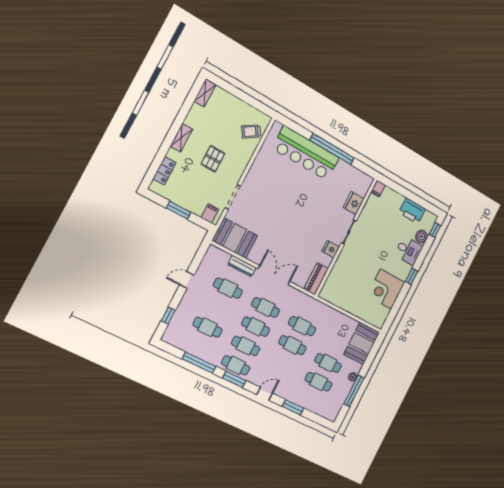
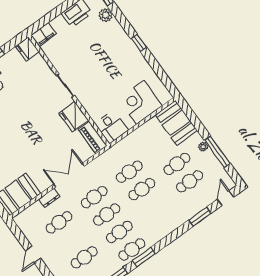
filing cabinet: (378, 189) -> (44, 35), width x2.00
fridge: (354, 203) -> (27, 49), moved
fridge: (331, 249) -> (74, 117), width x1.88, depth x1.34
desk: (408, 250) -> (112, 127), moved, turned 90
dresser: (242, 266) -> (49, 198), width x0.70
corner desk: (386, 289) -> (140, 102), moved, turned 90
door: (265, 394) -> (225, 198), moved

